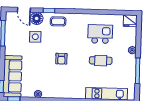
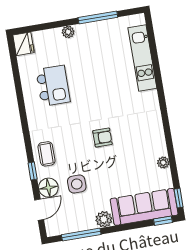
kitchen island: (100, 34) -> (53, 86), turned 180
plant: (10, 49) -> (104, 219), added
cafe table: (101, 61) -> (93, 77), removed

